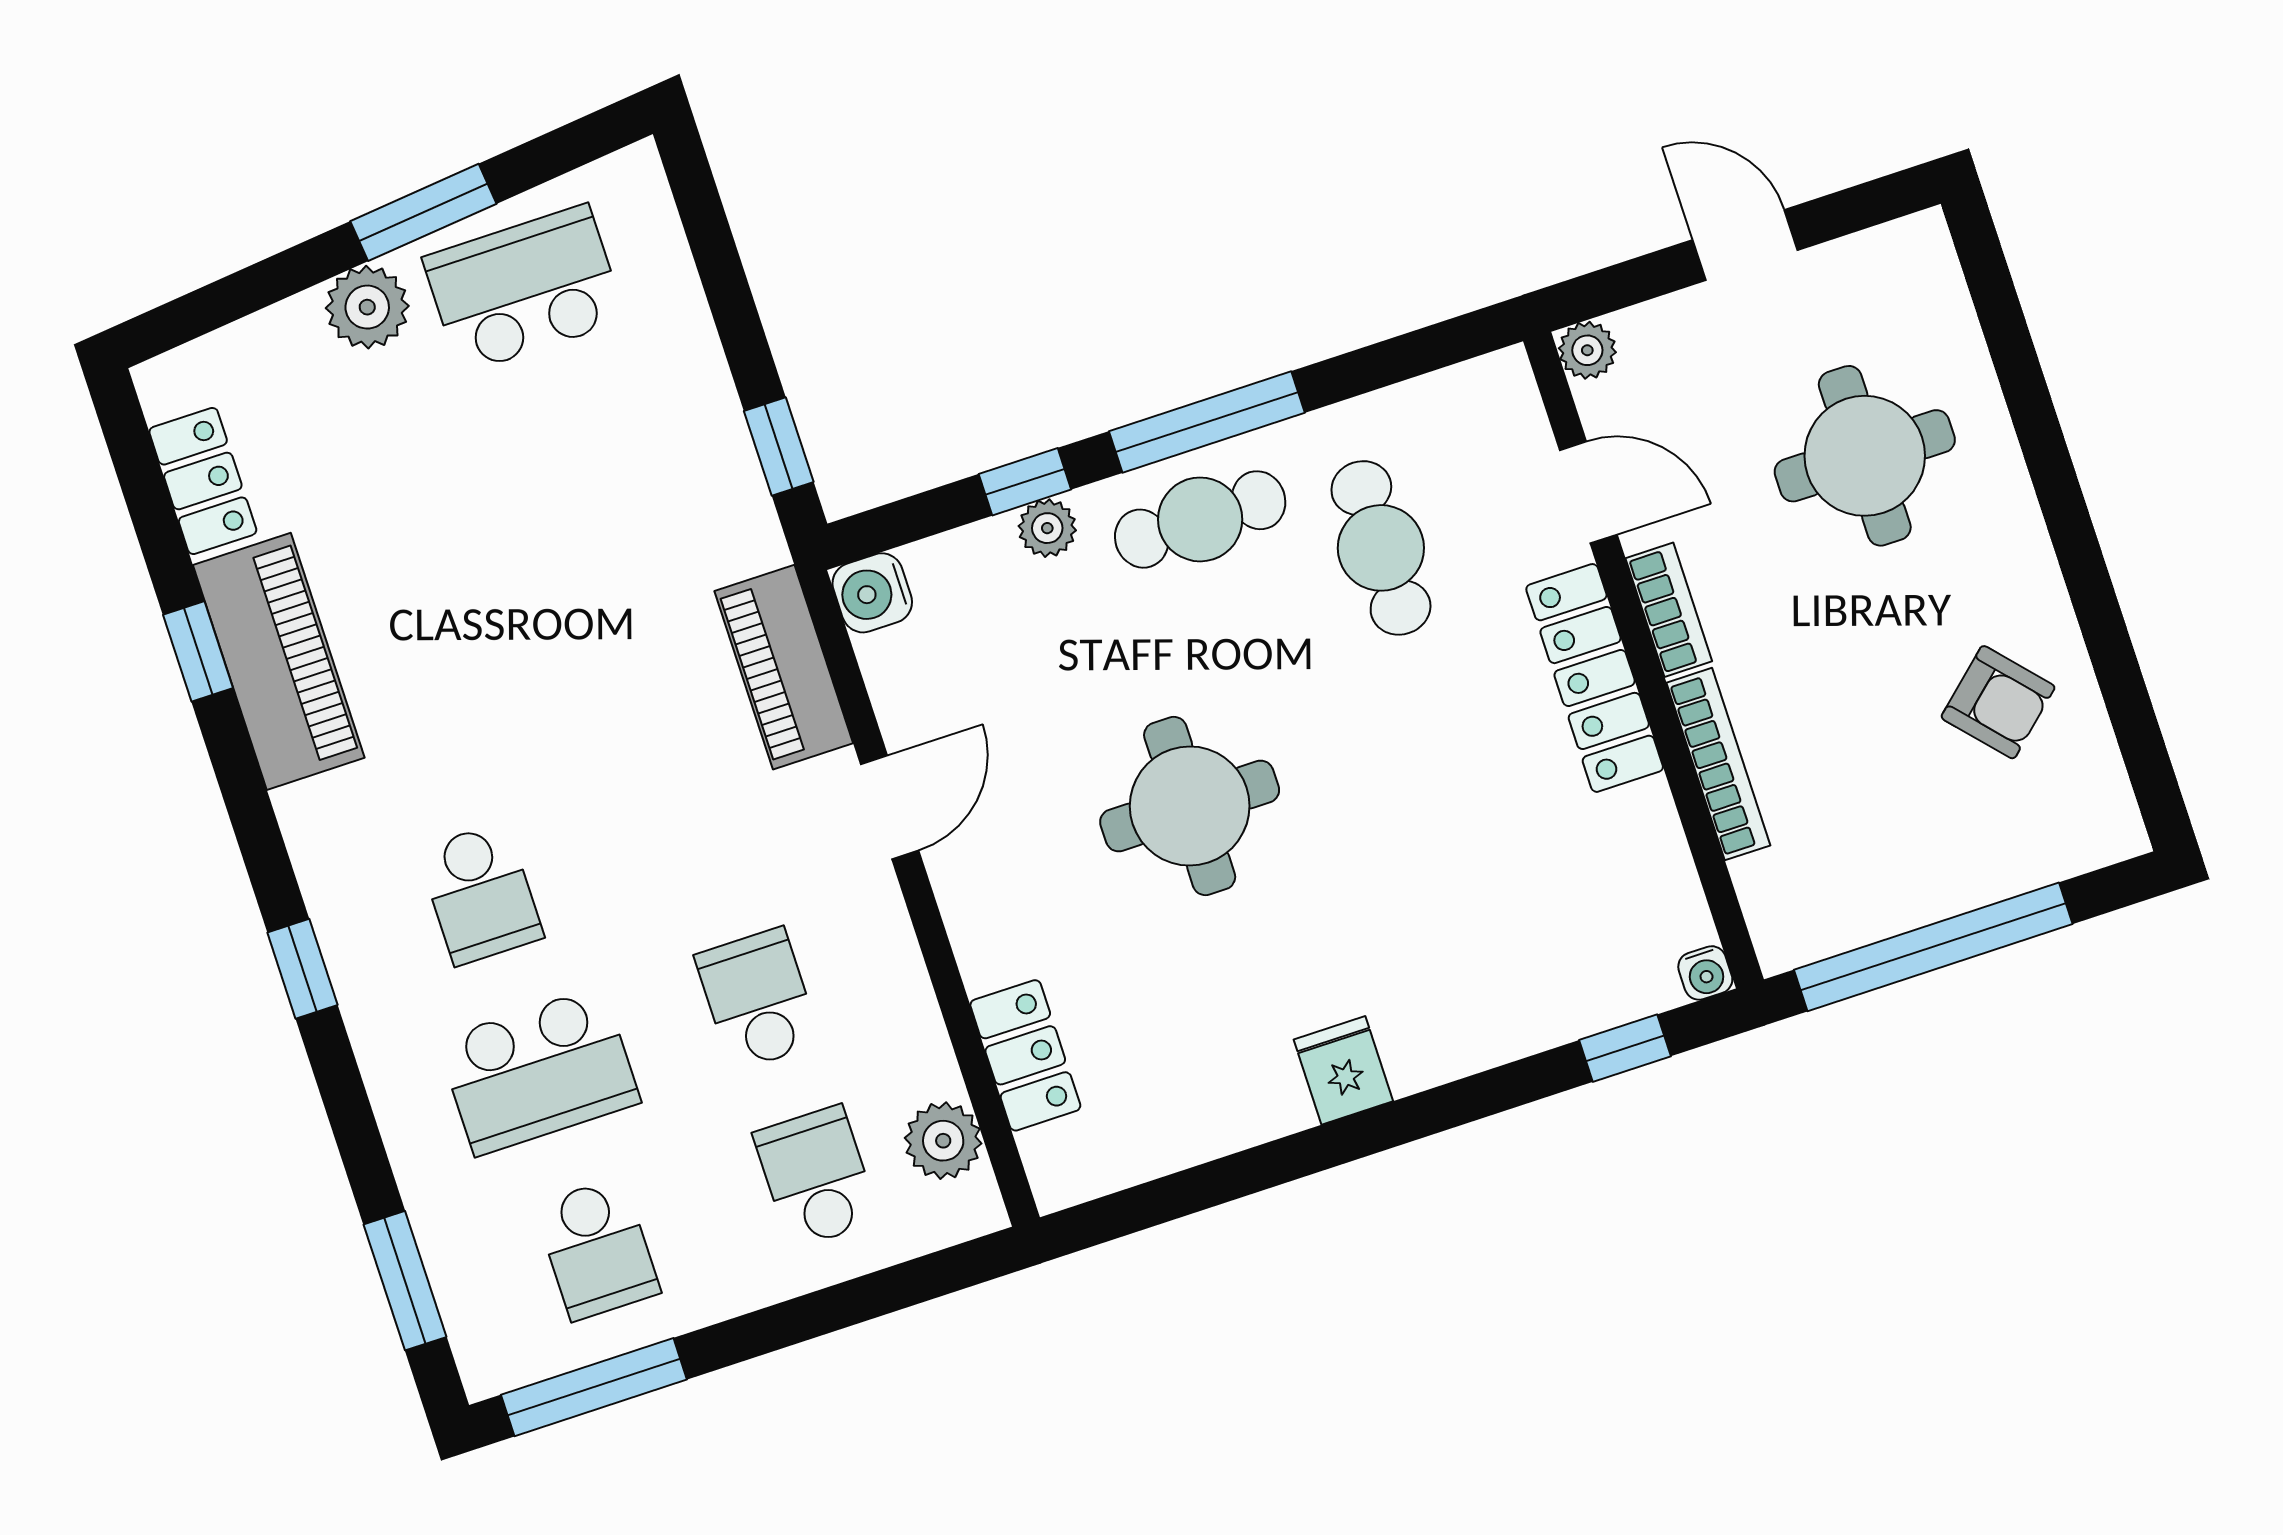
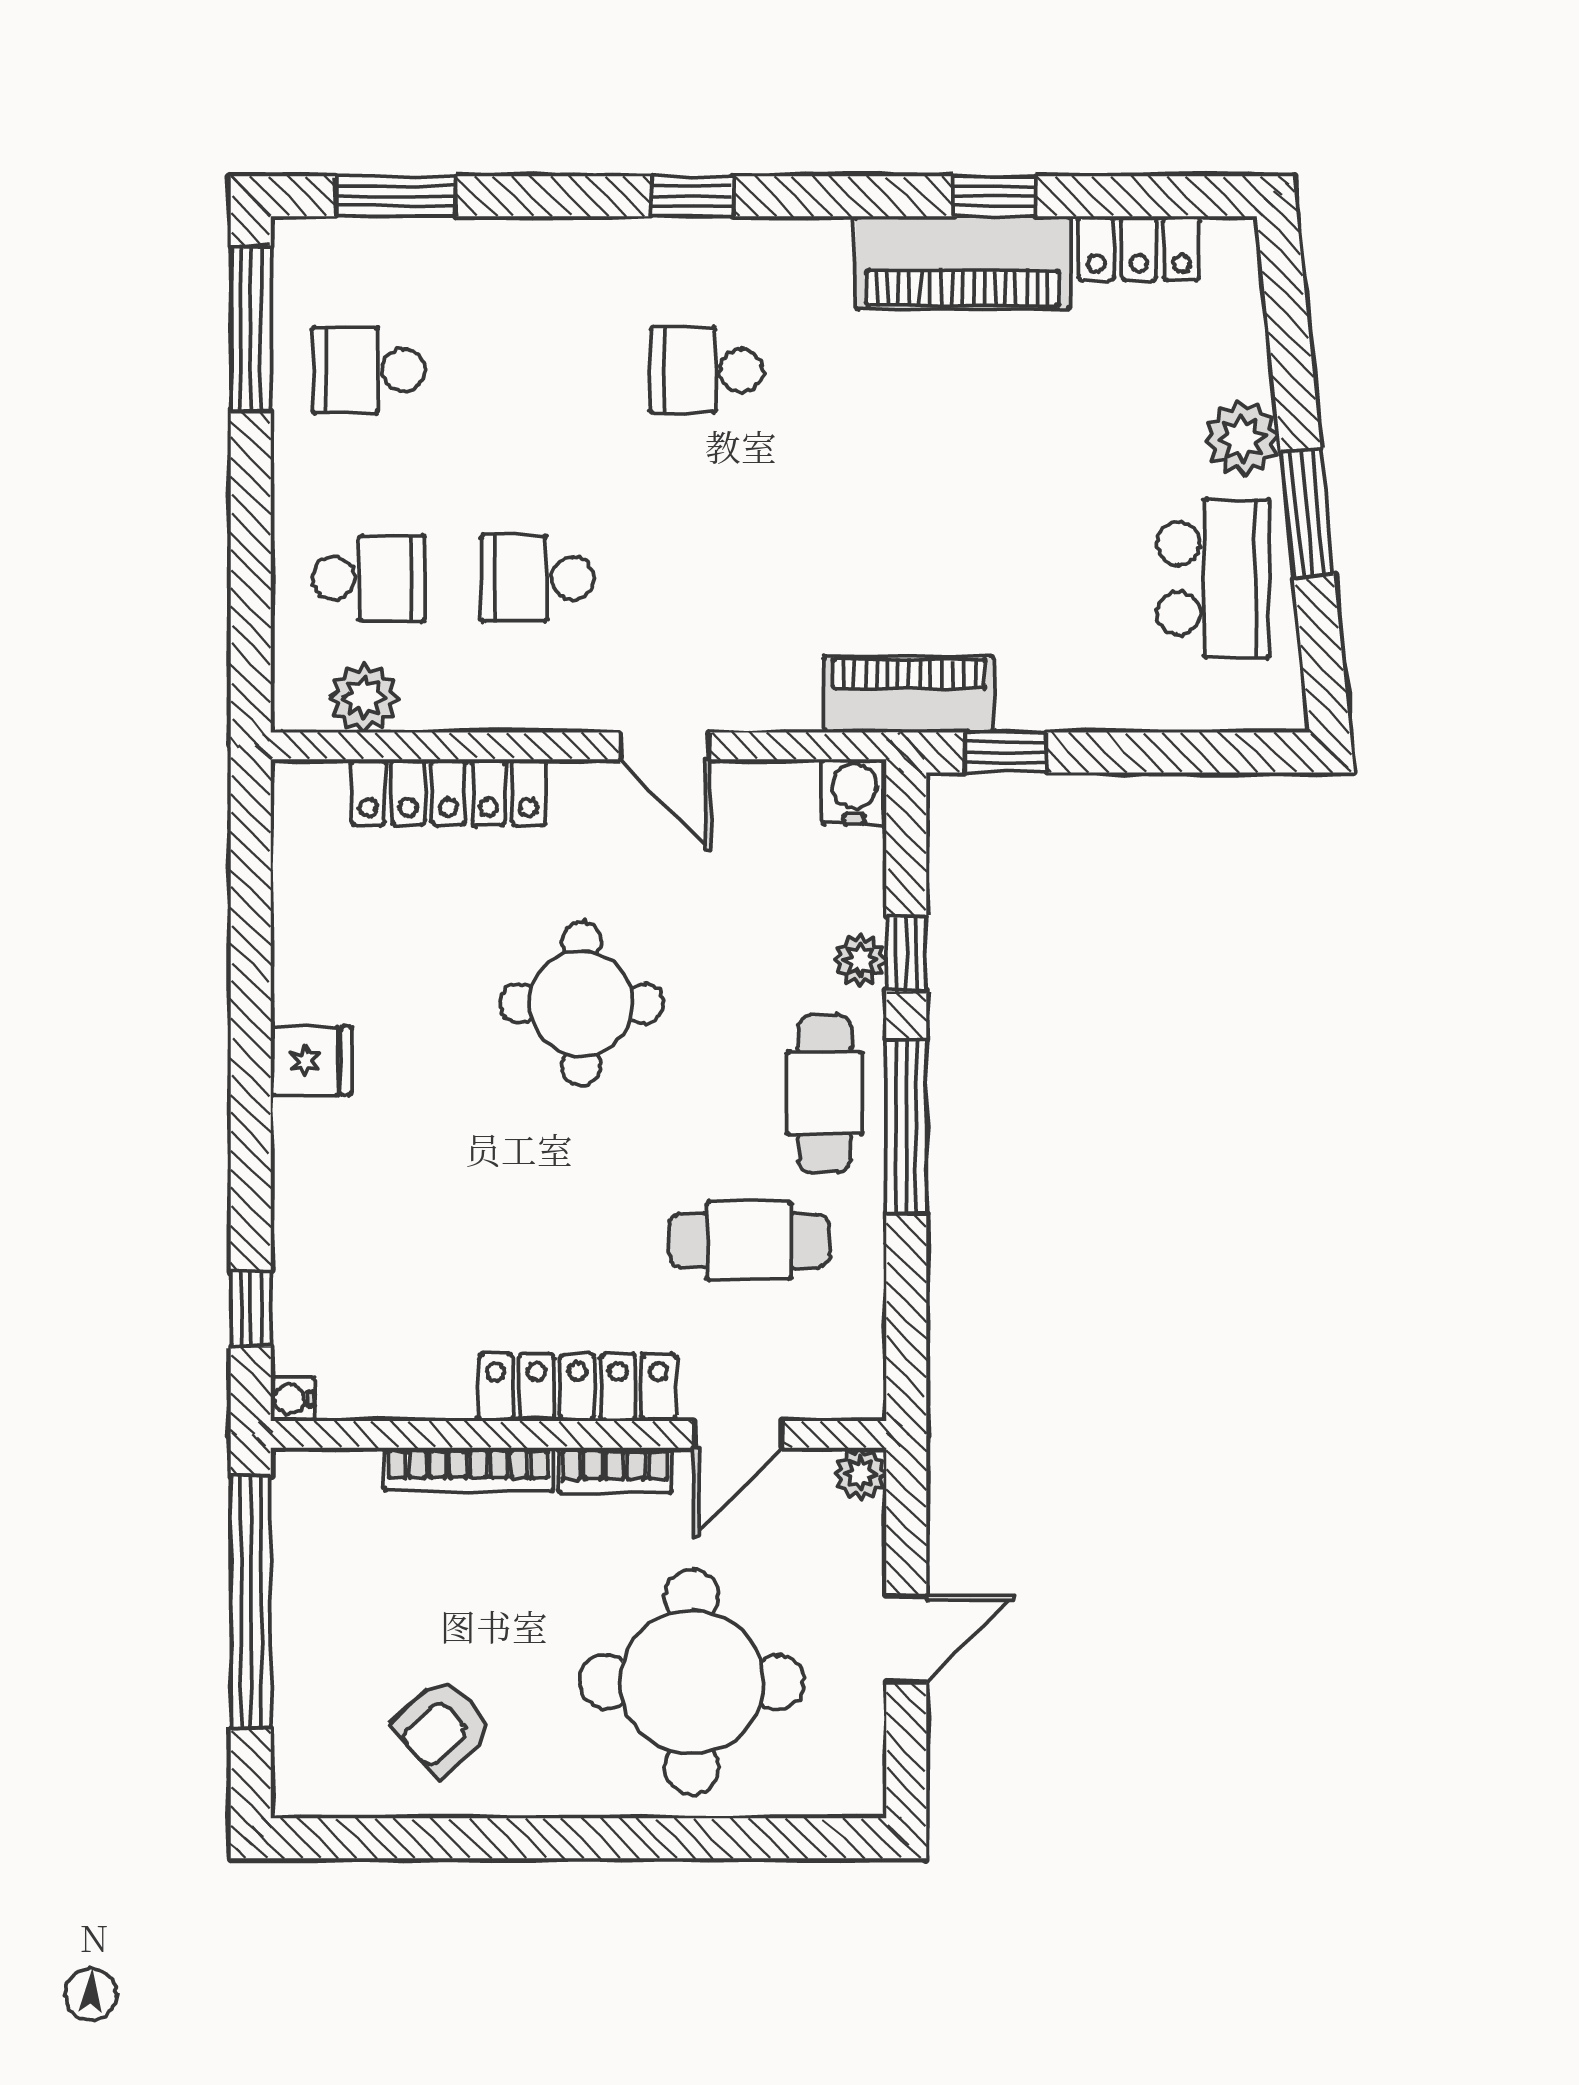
round table: (1865, 456) -> (692, 1682), width x1.36, depth x1.36
piano: (784, 667) -> (909, 695), moved
school desk: (758, 999) -> (538, 578), turned 180
locker: (1025, 1055) -> (449, 792), width x1.53
school desk: (539, 1071) -> (538, 370), removed

